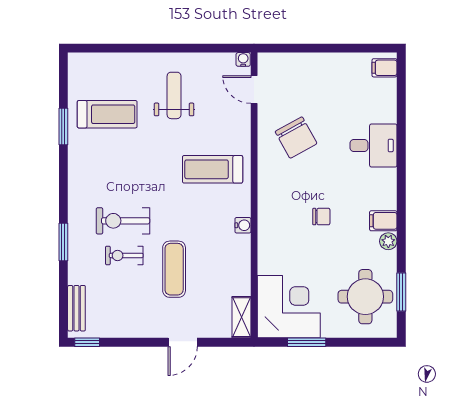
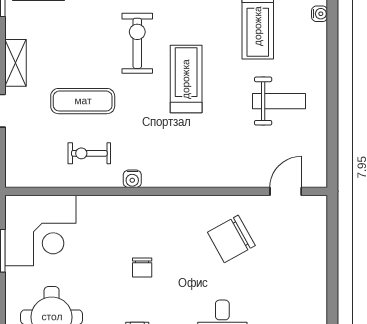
water cooler: (243, 59) -> (320, 14), moved
treadmill: (213, 169) -> (186, 79), moved
exercise bike: (124, 255) -> (89, 153), moved, turned -90
shelving: (241, 317) -> (16, 63), moved, turned 90

